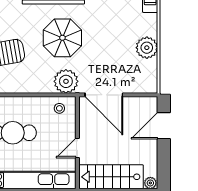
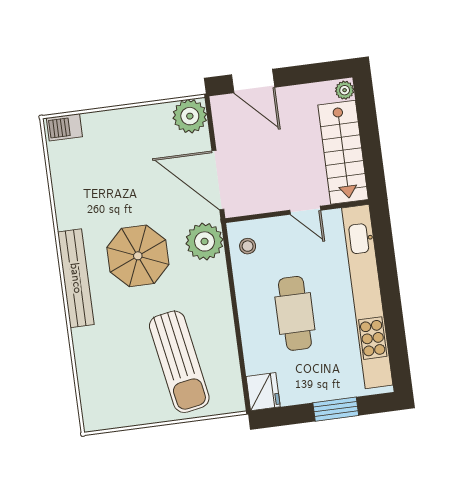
plant: (147, 48) -> (190, 116), moved
door: (104, 95) -> (218, 180), swing flipped

